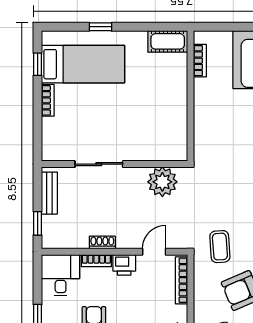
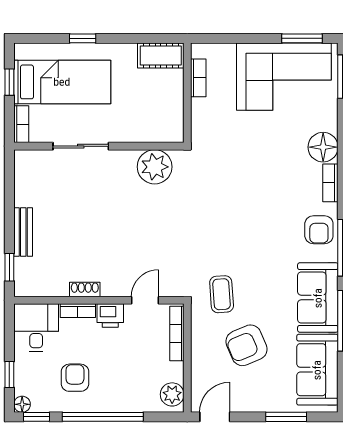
sliding door: (99, 164) -> (81, 146), moved
wall: (114, 164) -> (99, 146), moved
plant: (162, 182) -> (155, 167), moved

